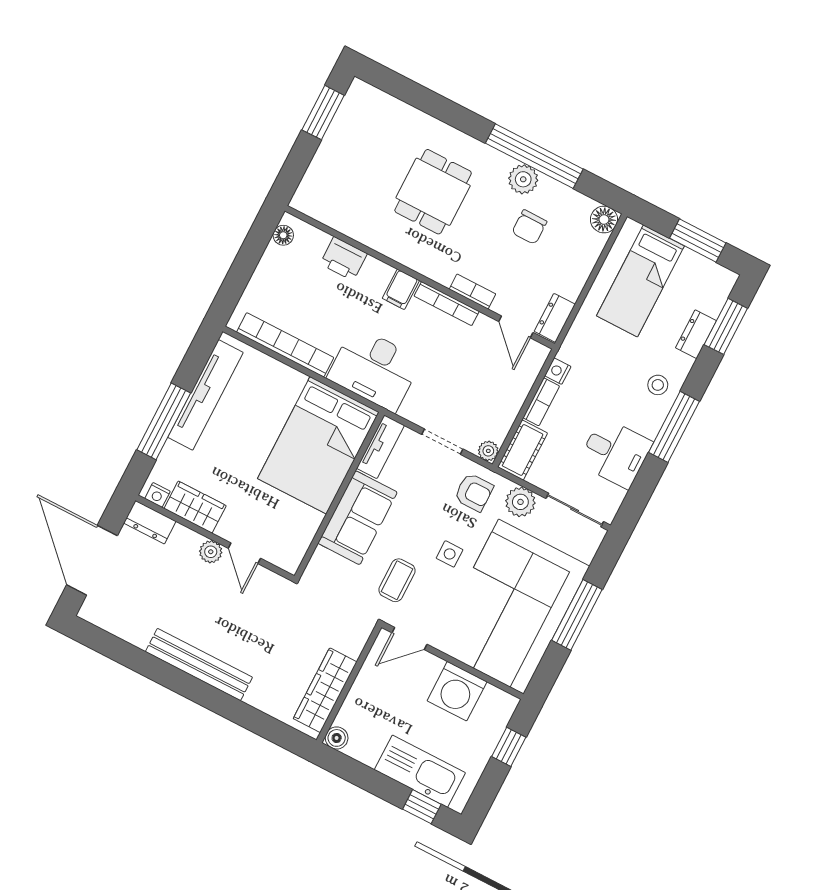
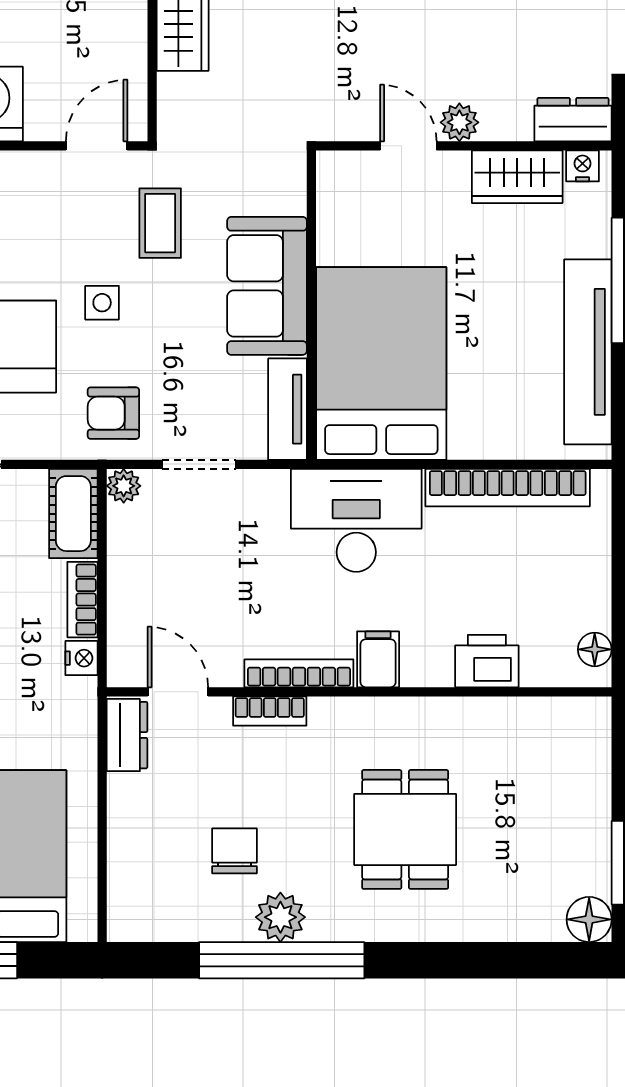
floor lamp: (604, 219) -> (589, 919), moved
plant: (520, 502) -> (37, 435), removed

